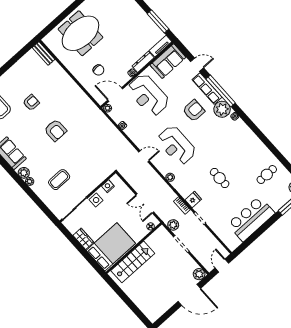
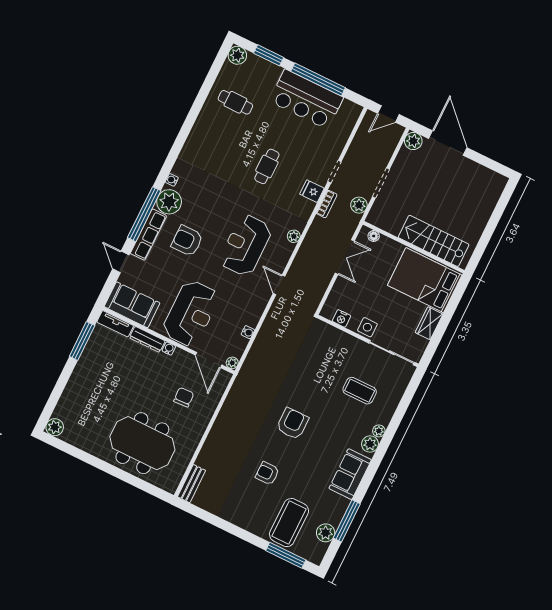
reception desk: (177, 145) -> (245, 245), turned 180
window: (260, 231) -> (318, 79), added

